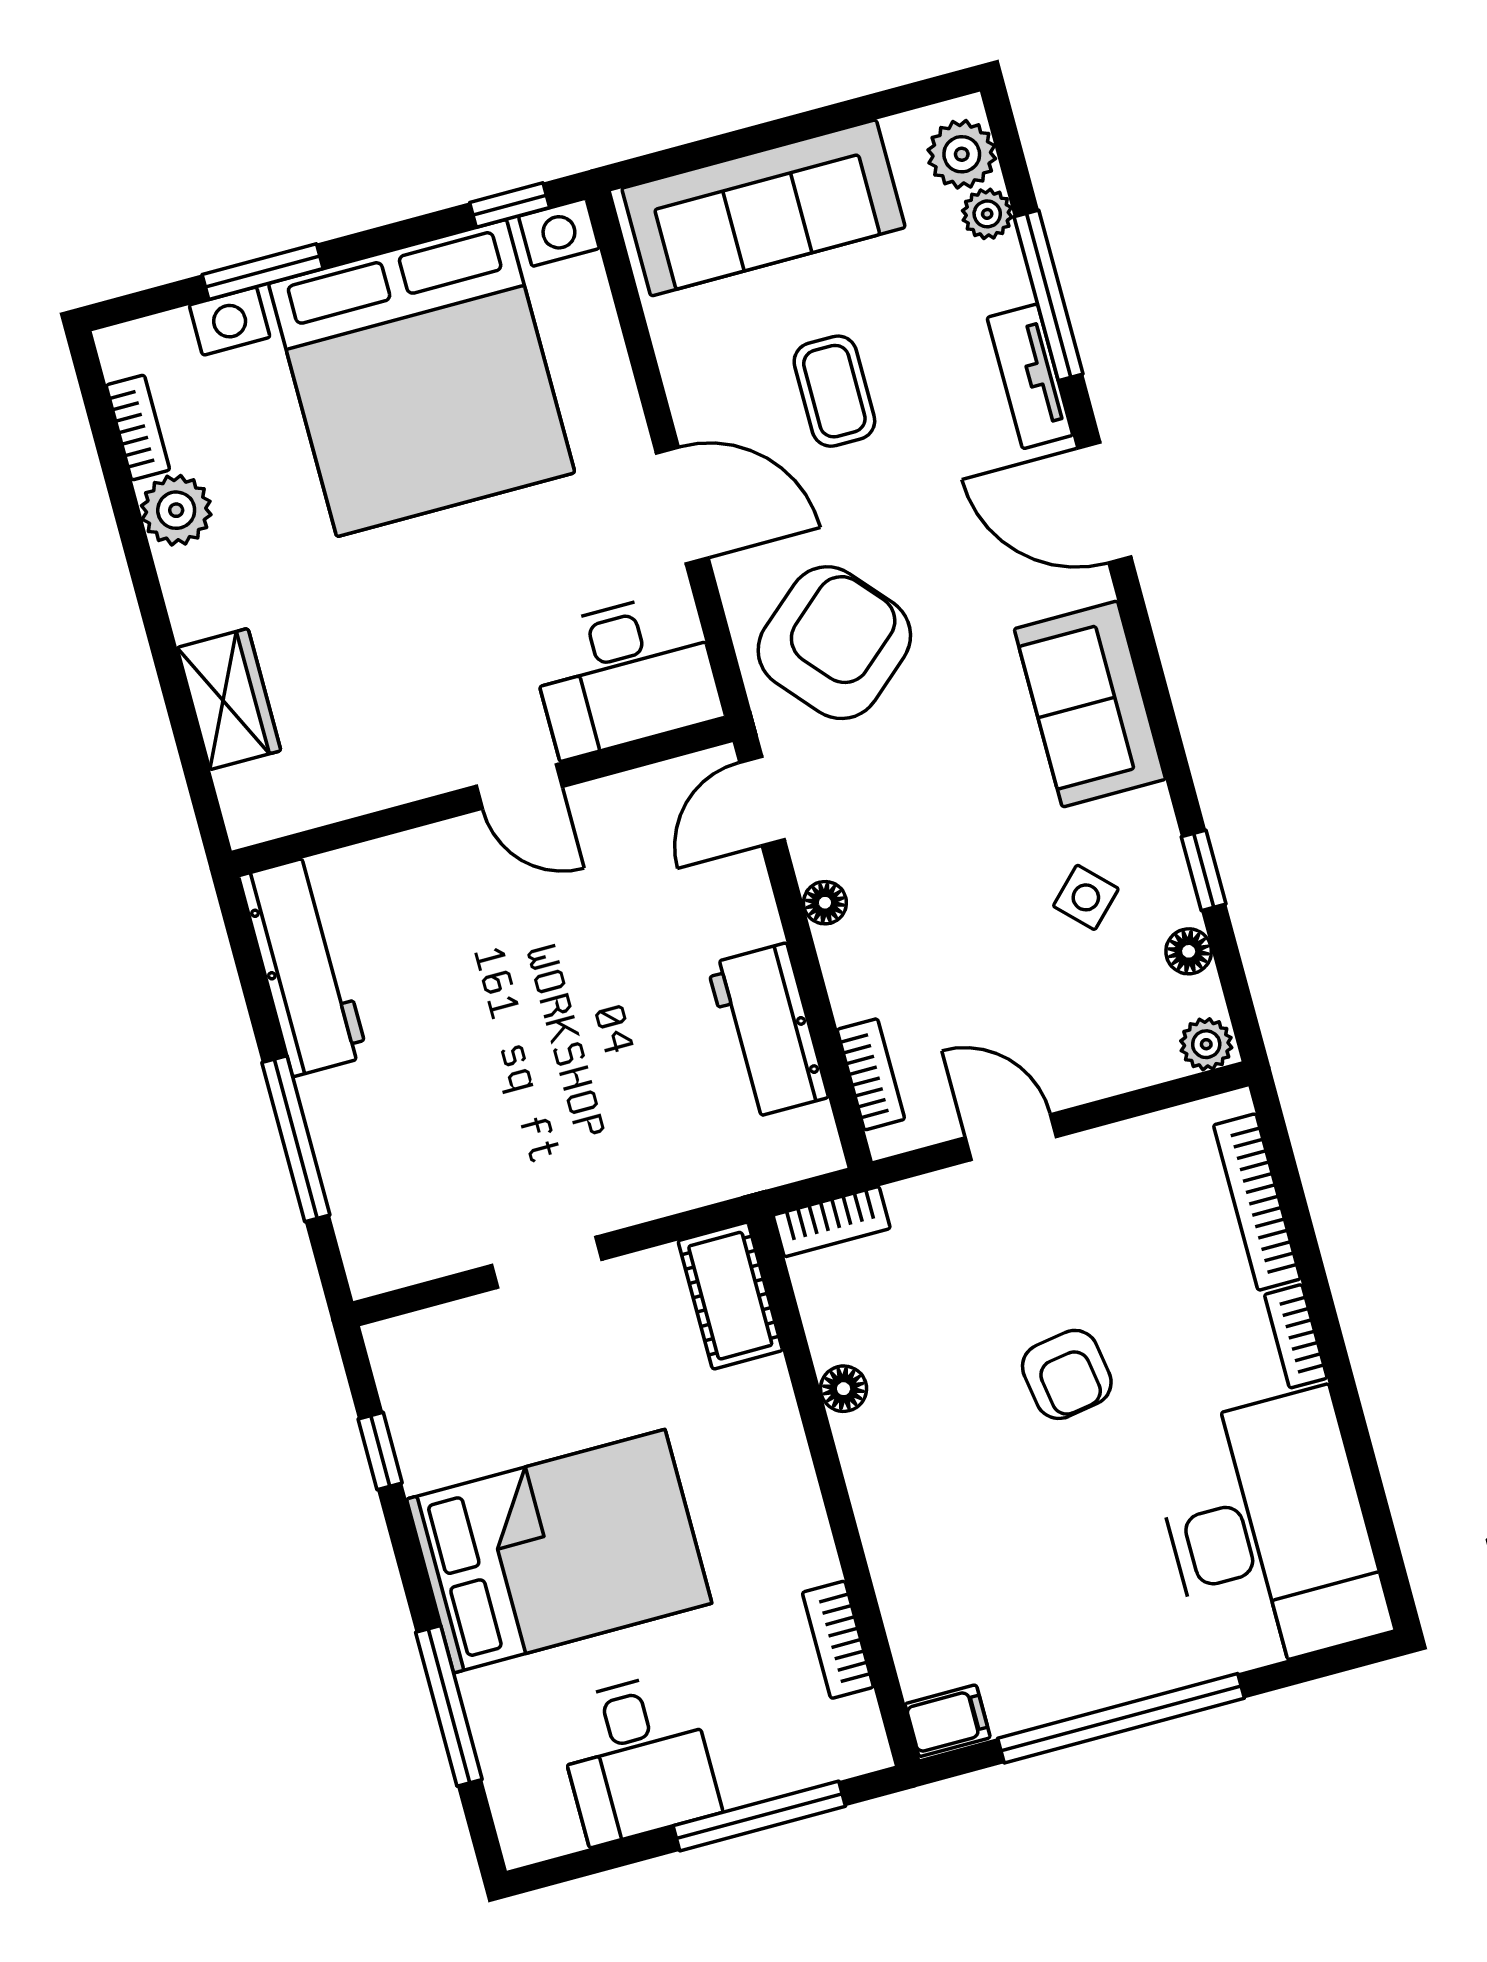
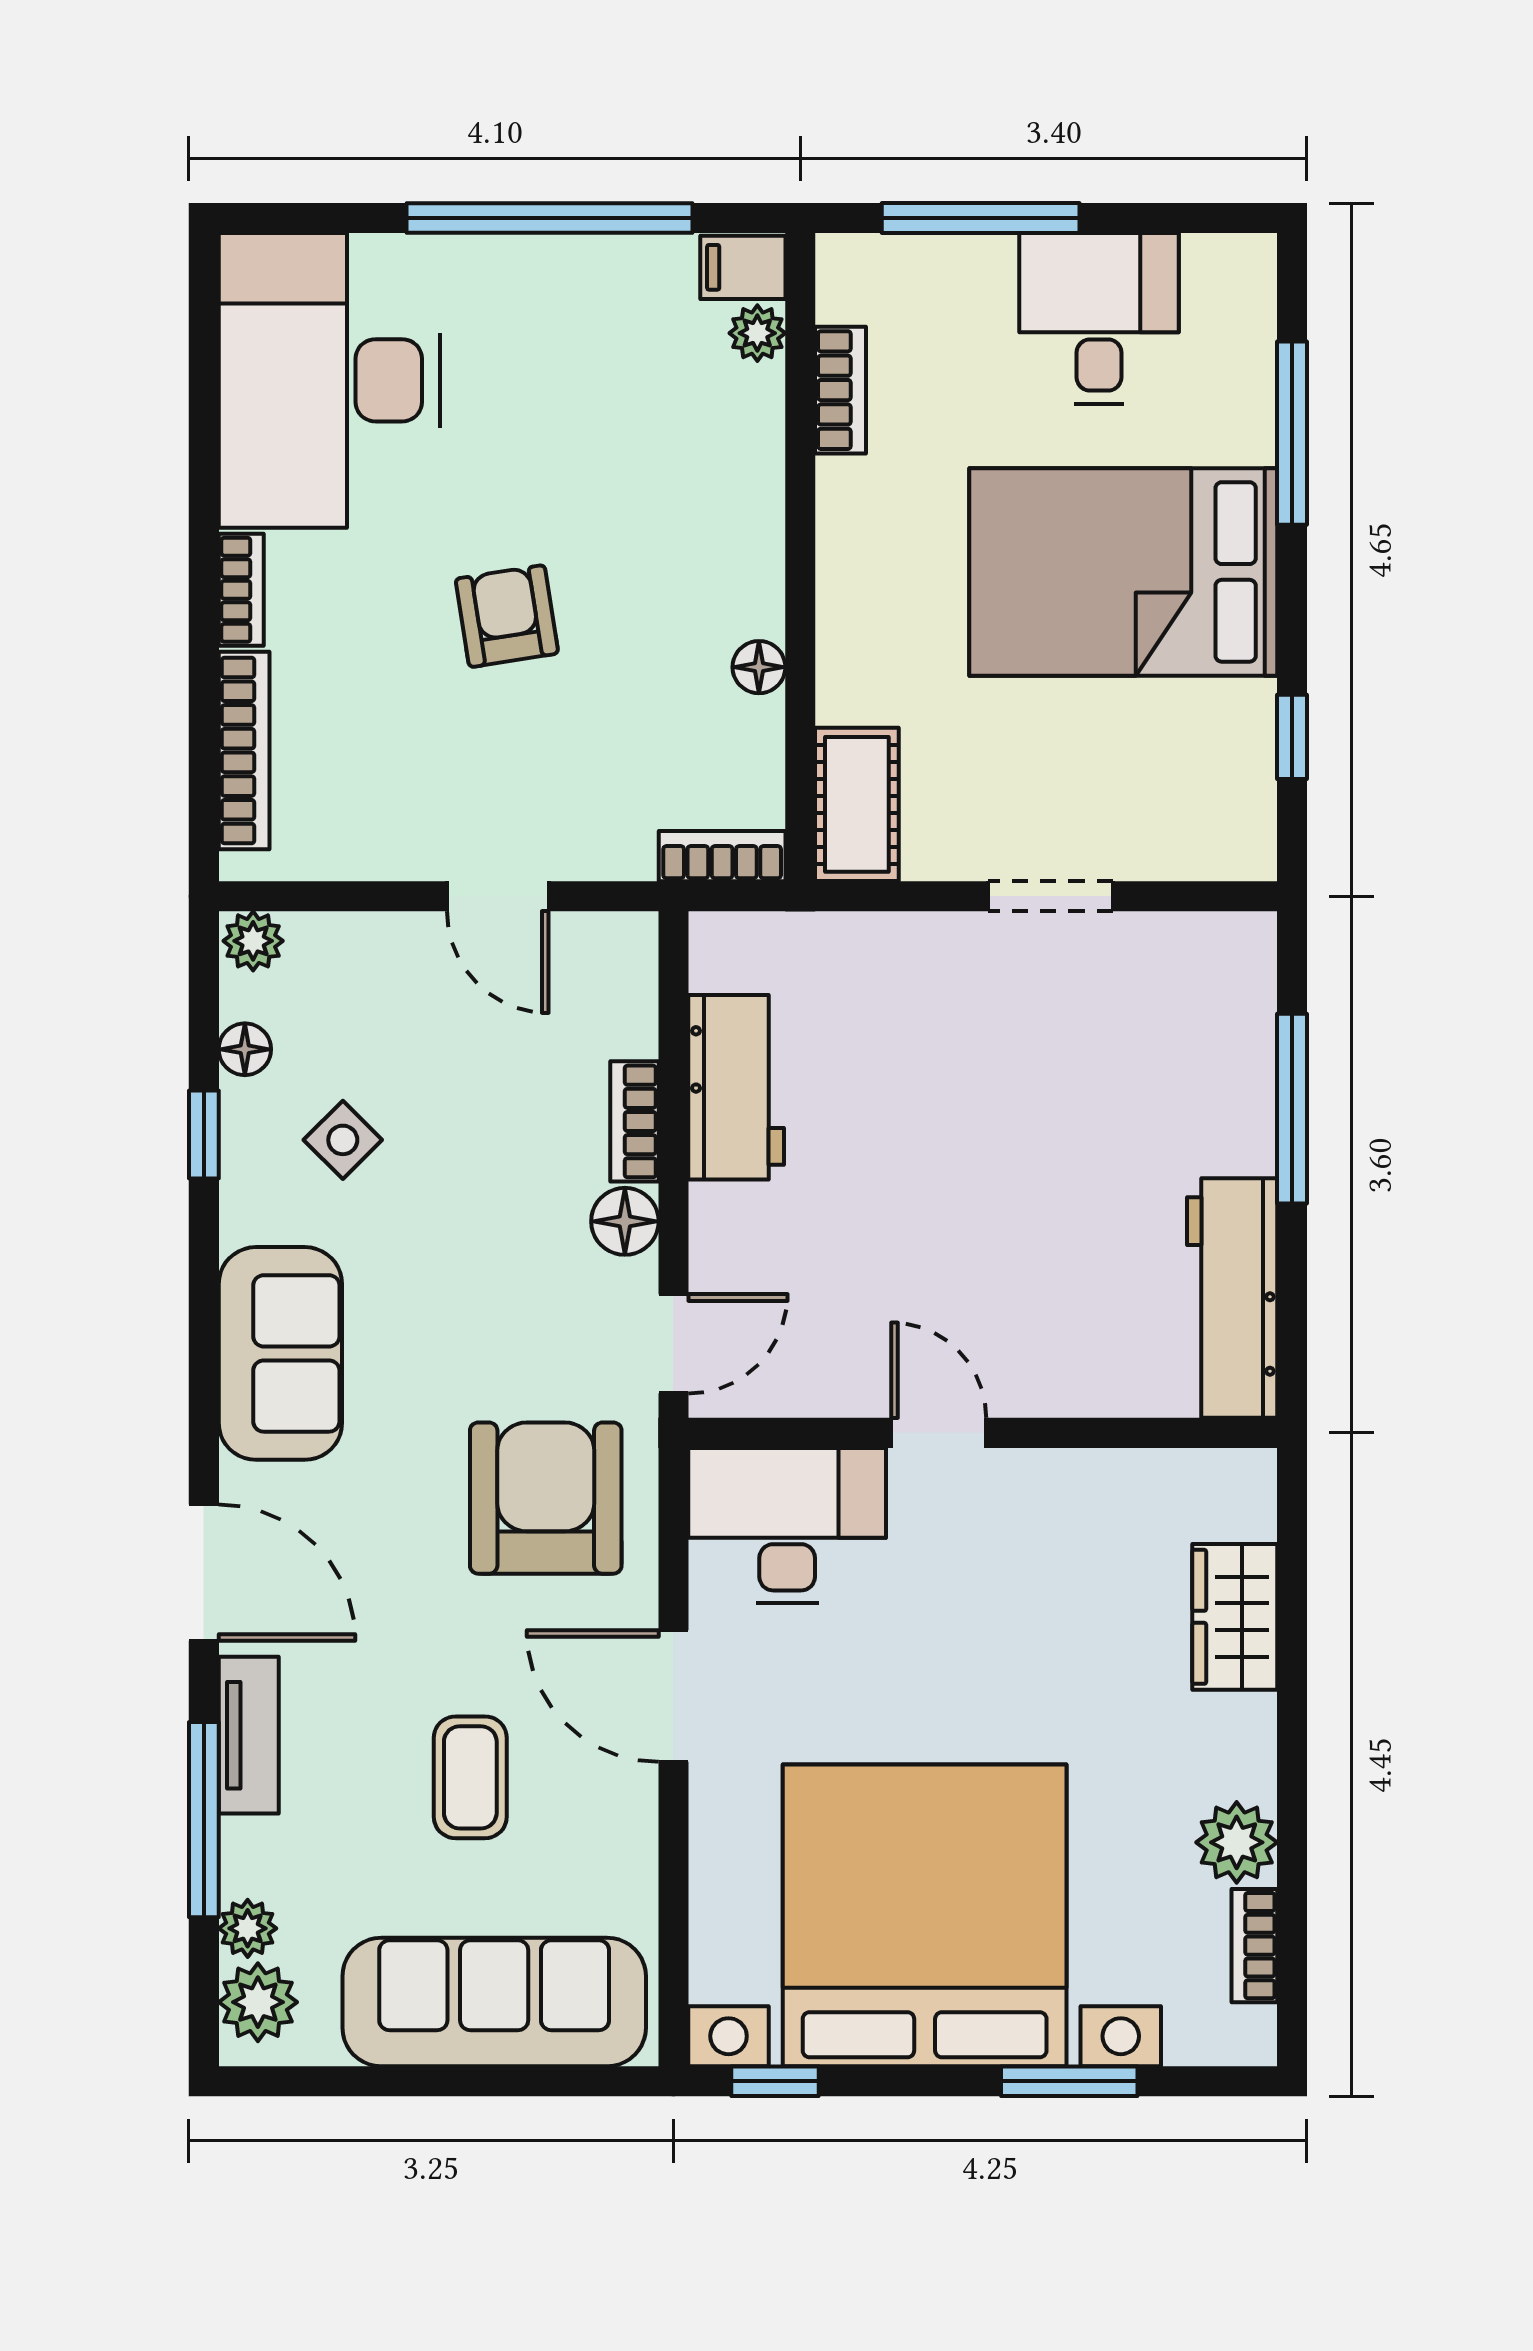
armchair: (834, 643) -> (546, 1498), turned 131
floor lamp: (825, 903) -> (625, 1221), width x1.37, depth x1.37
bookcase: (871, 1074) -> (634, 1121), moved
plant: (921, 1669) -> (757, 333), added

